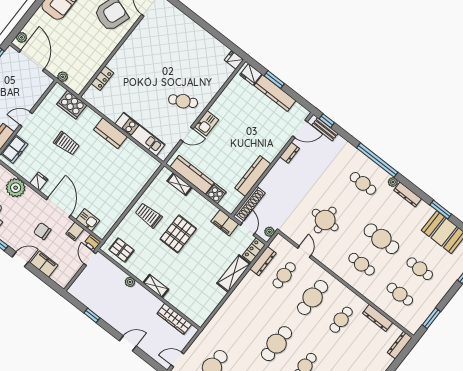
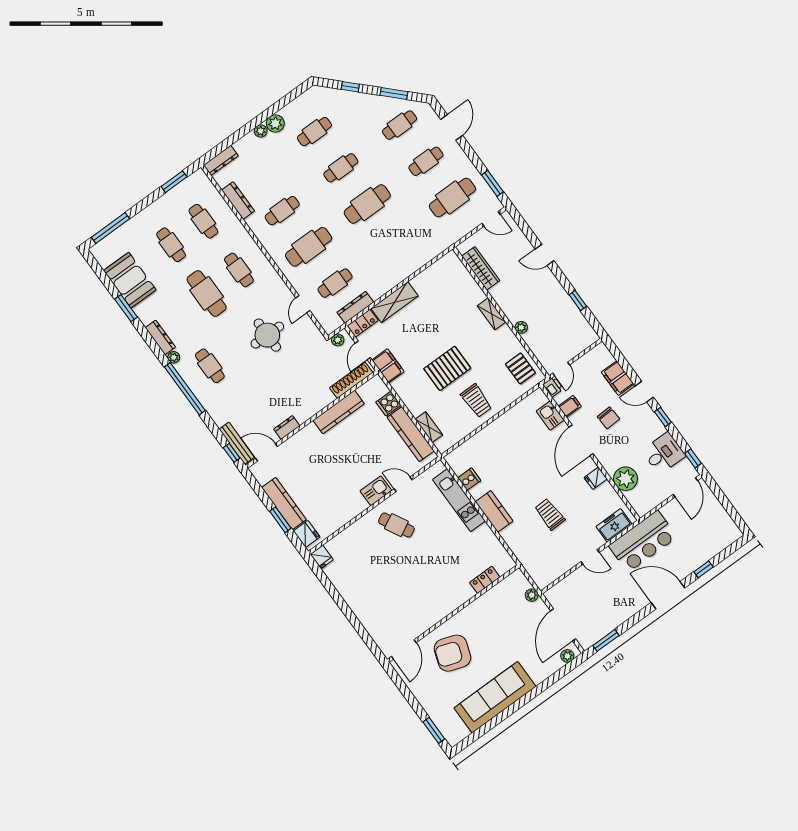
cooker: (72, 105) -> (469, 479), moved, width x0.53, depth x0.76
bench: (325, 129) -> (237, 443), width x1.36

